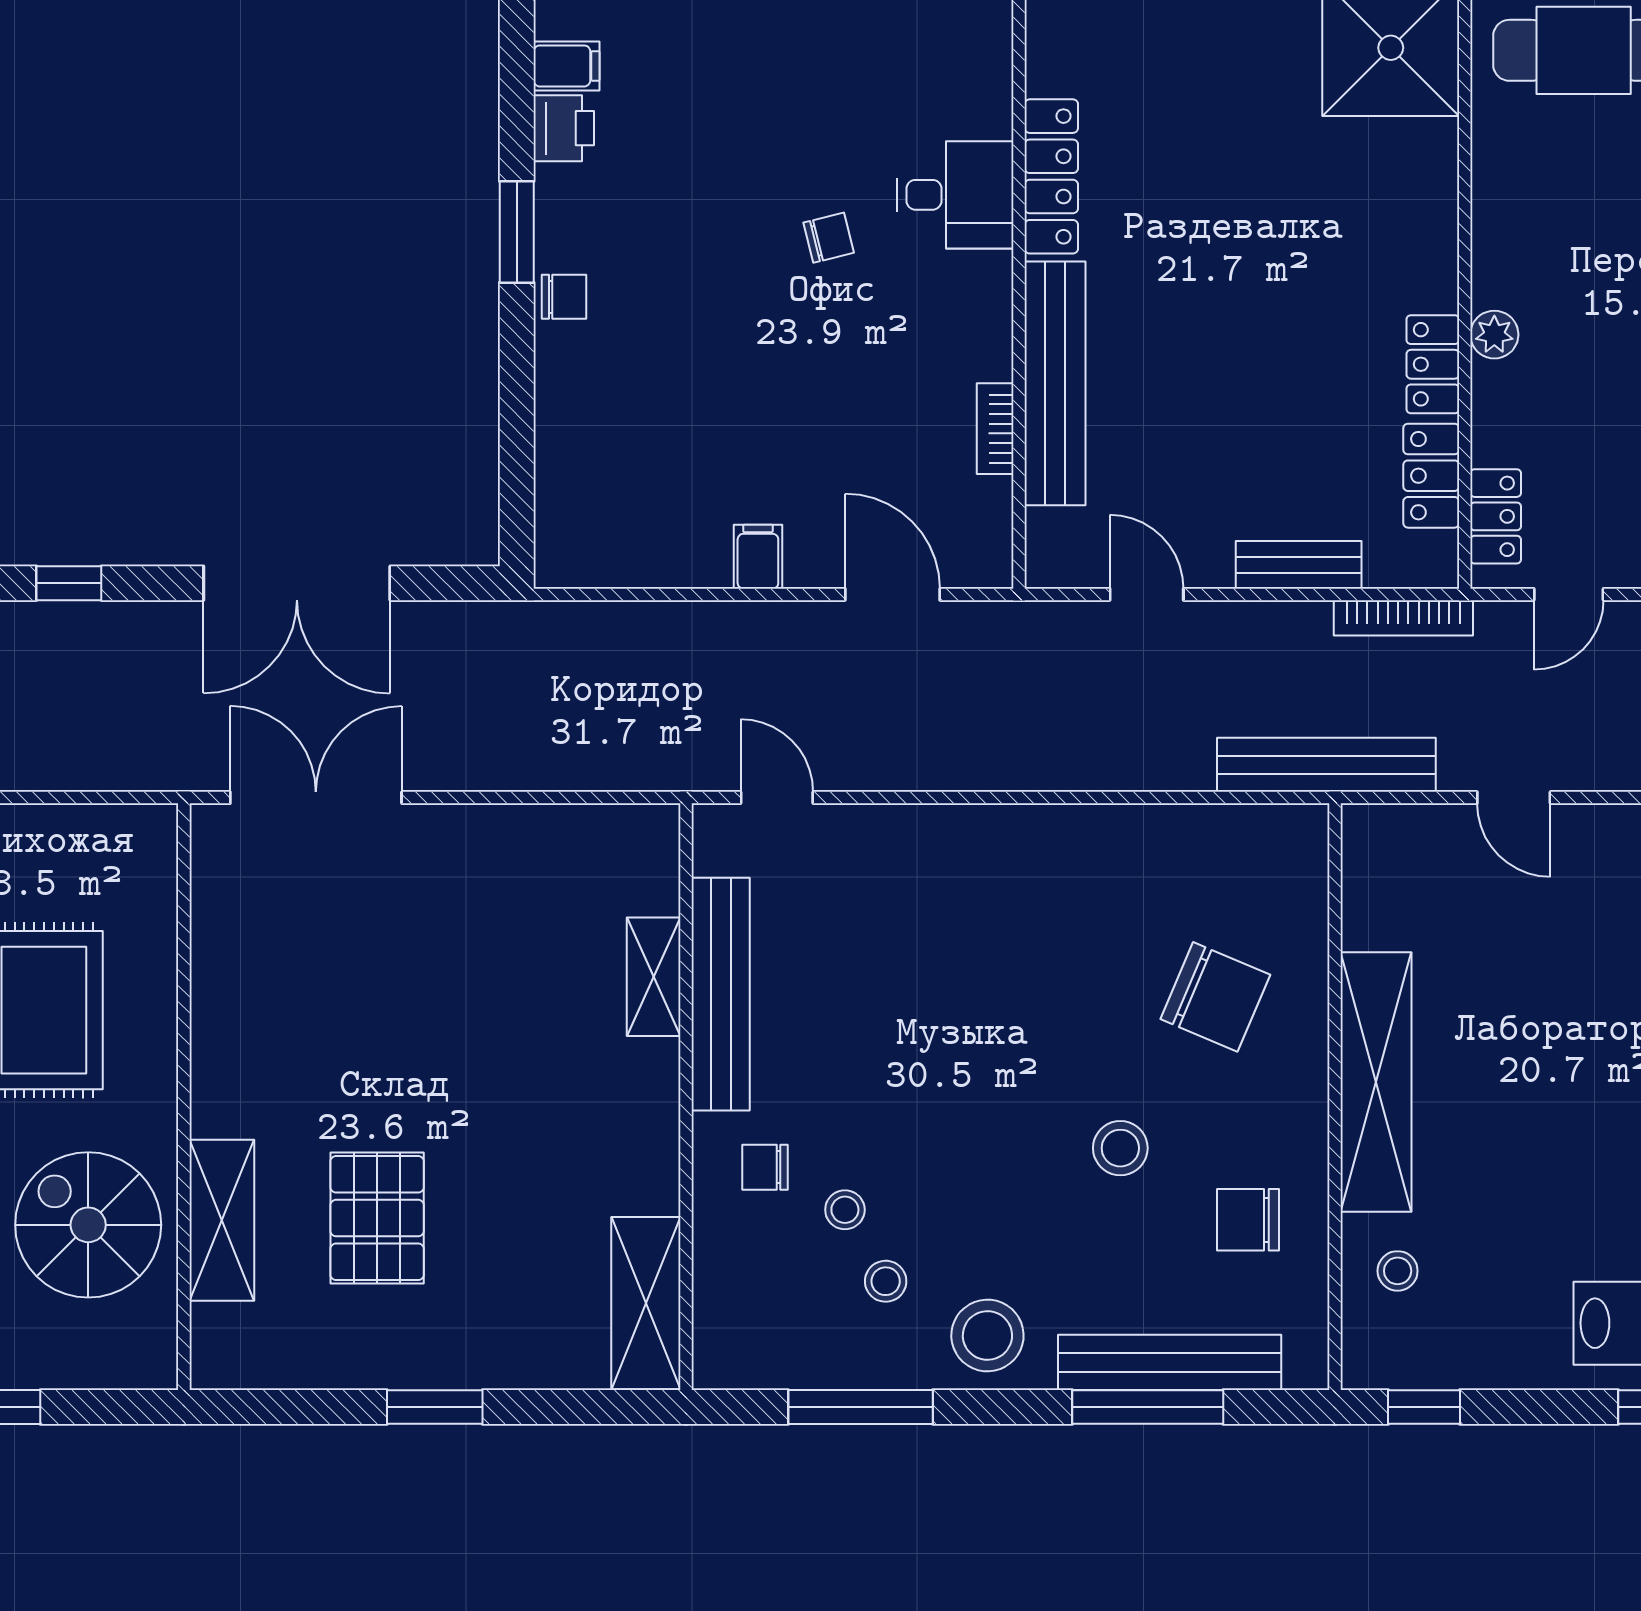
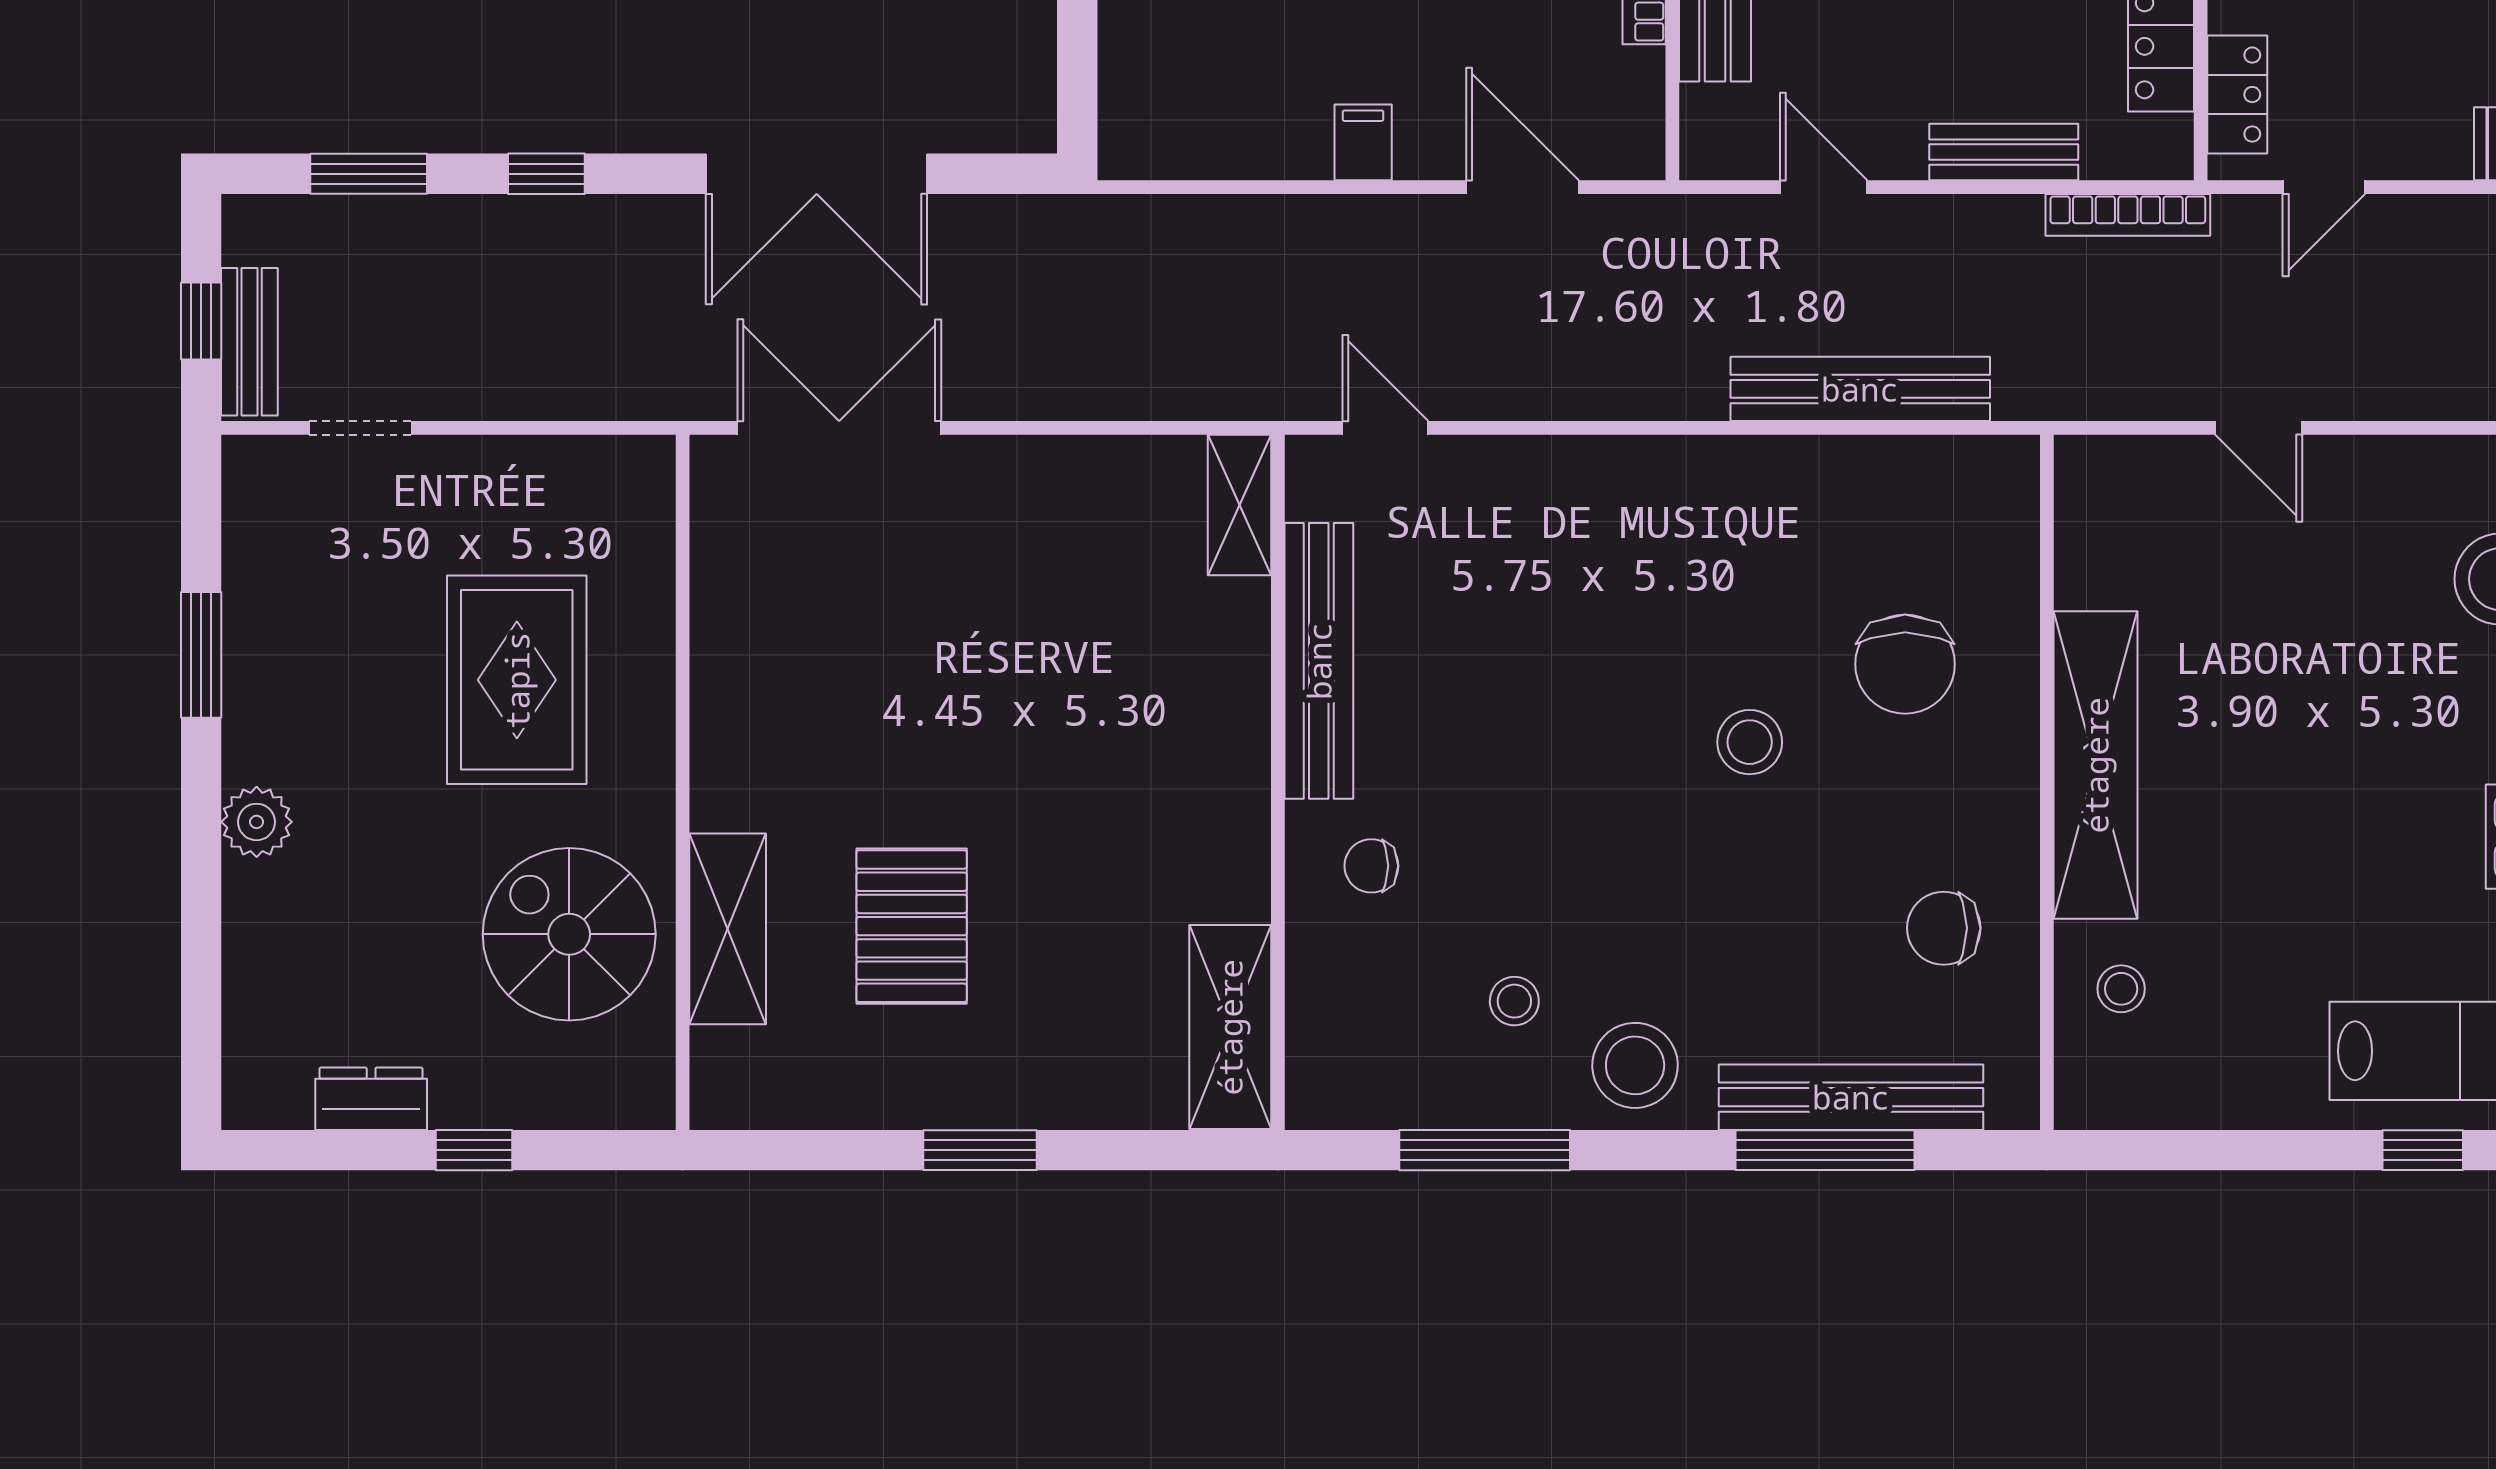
bench: (1326, 765) -> (1860, 389), moved
shelving: (654, 977) -> (1239, 505), moved
chair: (1215, 997) -> (1905, 664), turned 67
stool: (1120, 1148) -> (1750, 742), moved
stool: (845, 1210) -> (1466, 916), removed
window: (1424, 1407) -> (2152, 1150), removed

